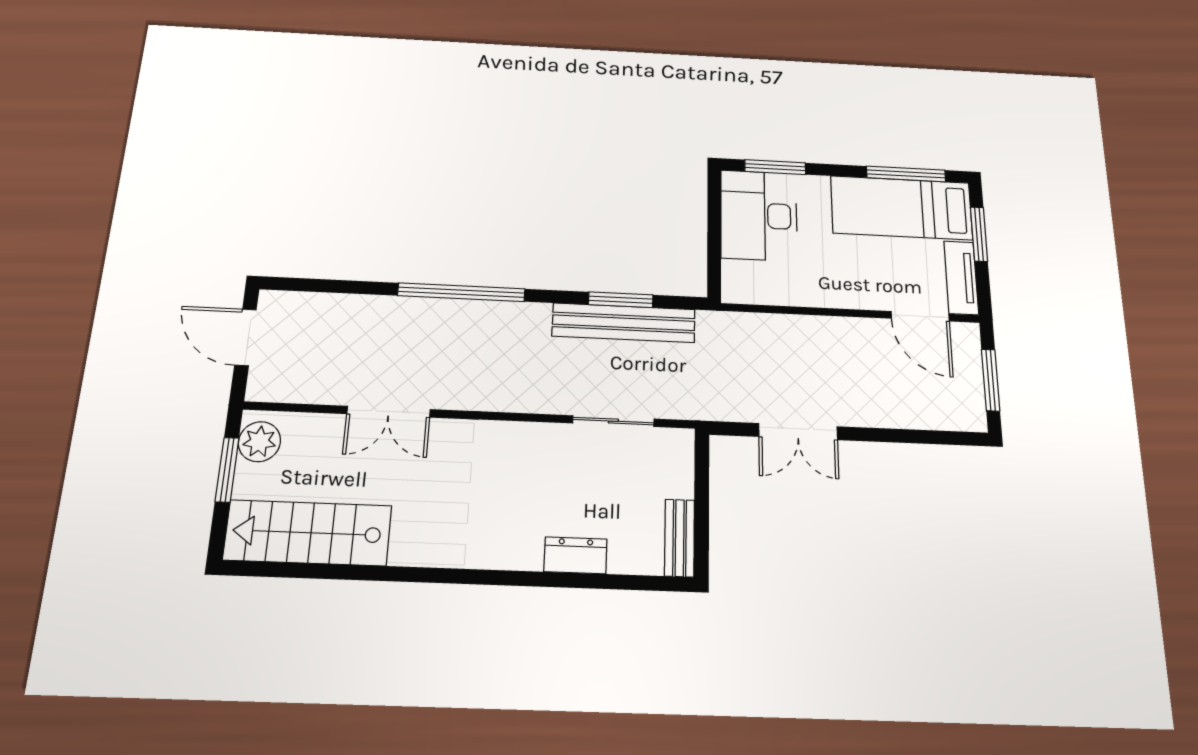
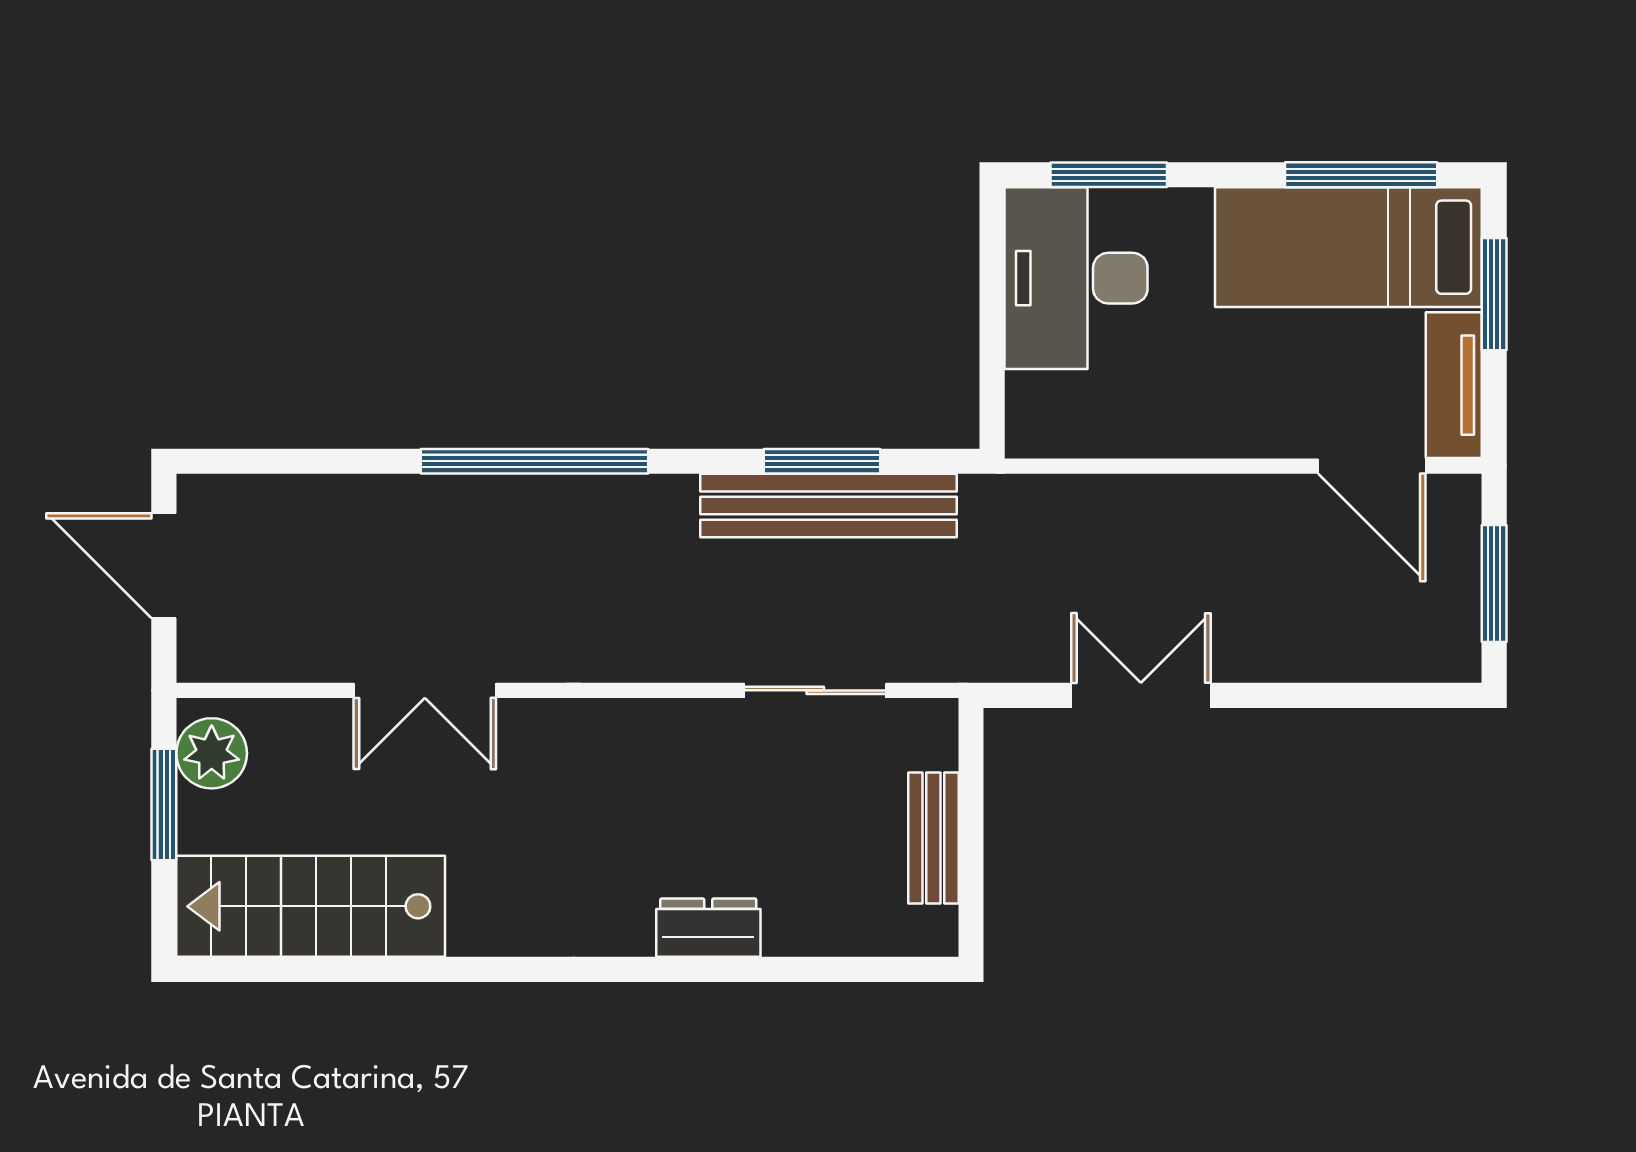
double door: (798, 432) -> (1141, 695), swing flipped
bench: (680, 538) -> (933, 838), moved
dresser: (575, 555) -> (708, 928), moved

